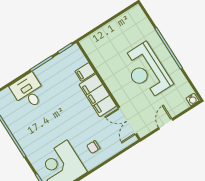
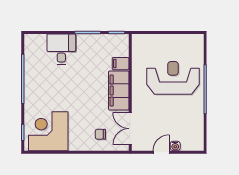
reception desk: (146, 71) -> (173, 78), moved, turned 90
water cooler: (192, 100) -> (175, 146), moved
chair: (93, 147) -> (100, 134), moved

